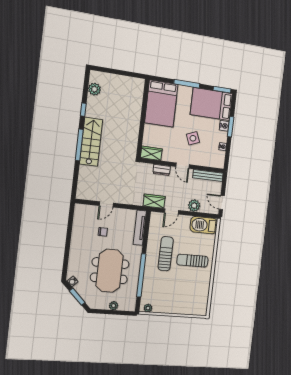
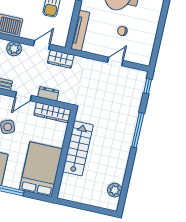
window: (83, 110) -> (148, 86), moved
stairs: (91, 142) -> (78, 148), moved, turned 180
wardrobe: (151, 153) -> (53, 113), width x1.50
door: (182, 166) -> (23, 96), swing flipped

